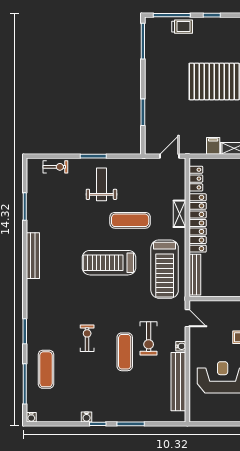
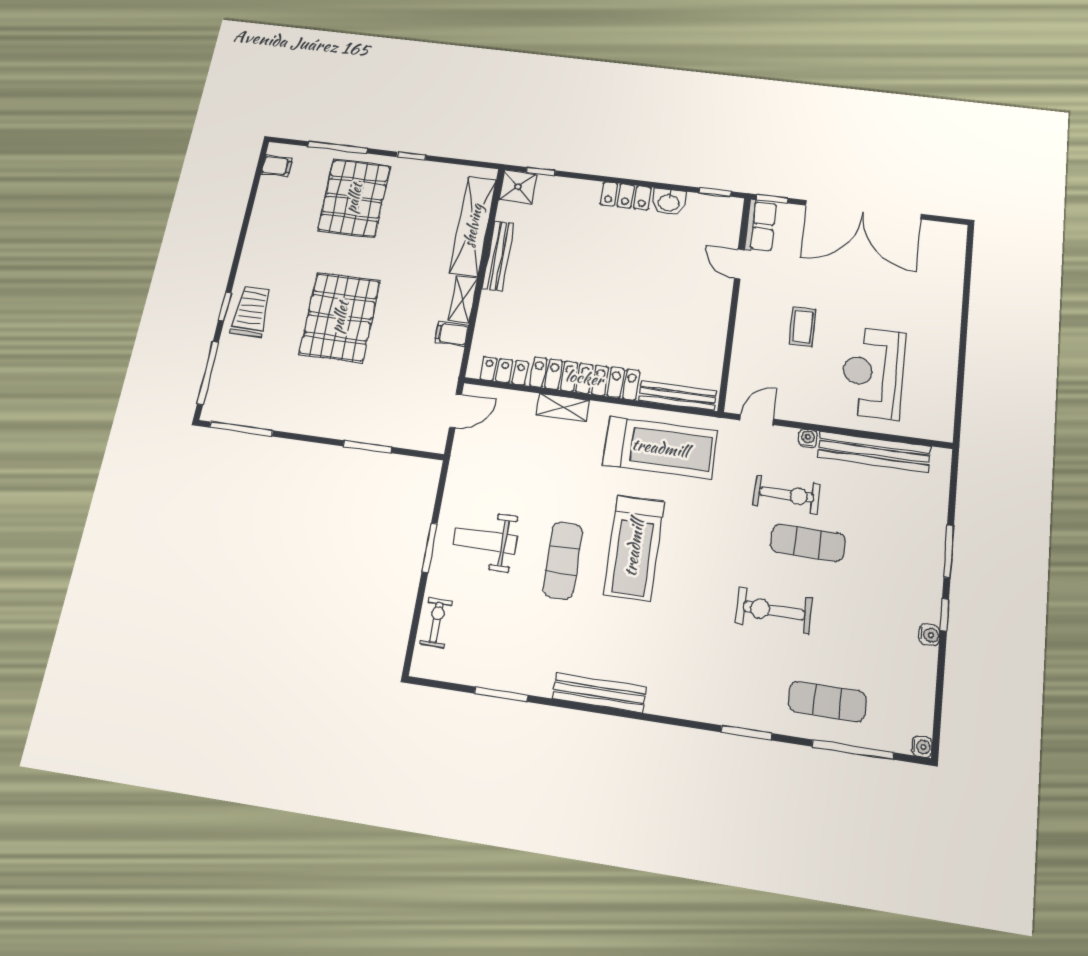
trolley: (182, 27) -> (251, 312), moved, width x1.36, depth x1.39
door: (169, 156) -> (456, 411), swing flipped
exercise mat: (130, 220) -> (563, 560), moved
exercise bike: (87, 338) -> (774, 611), width x1.38, depth x1.39

